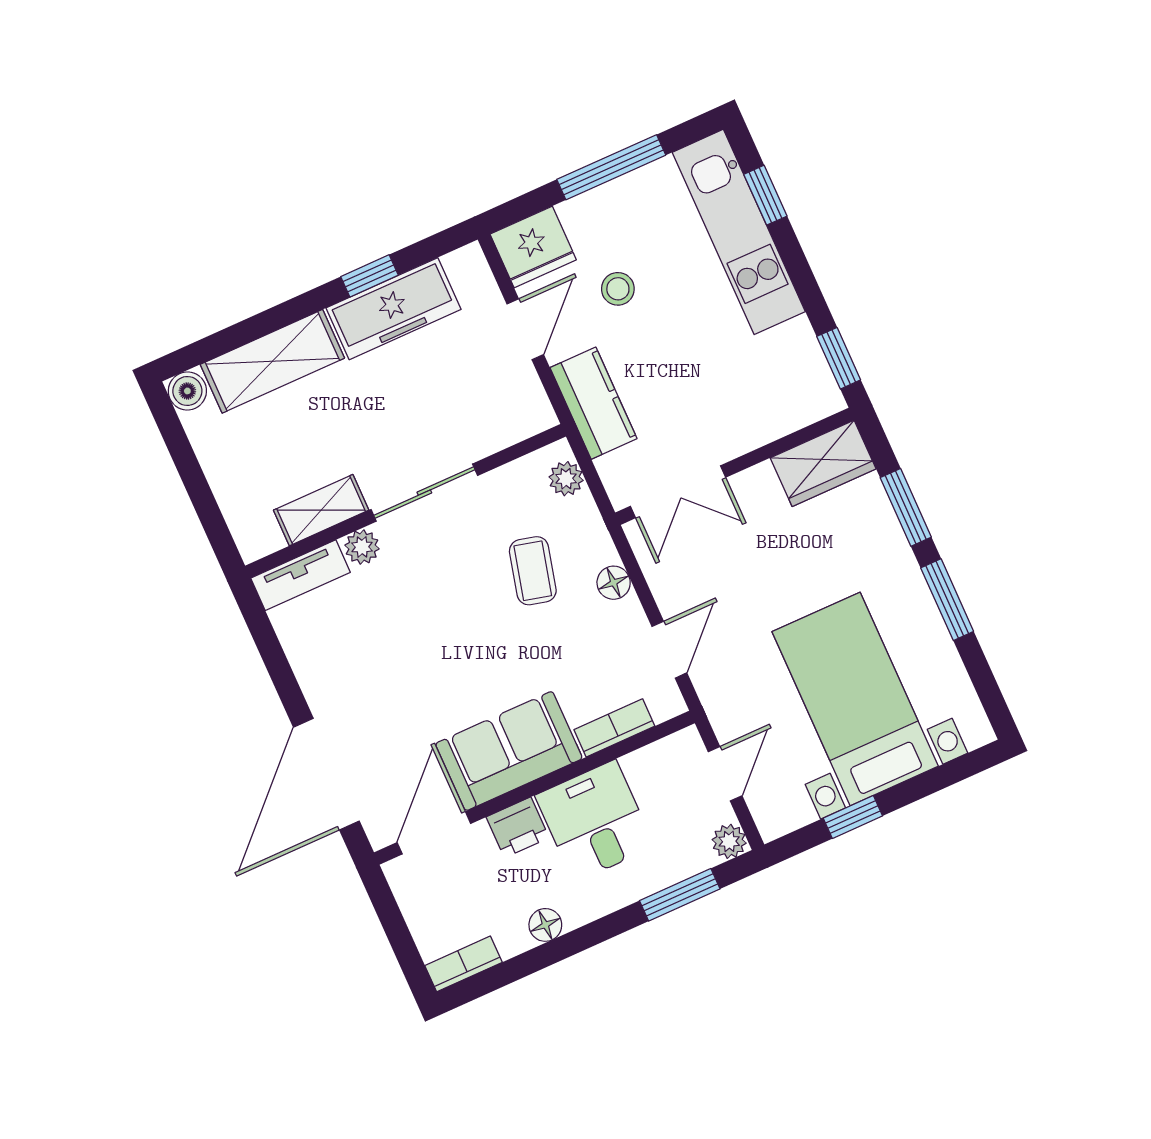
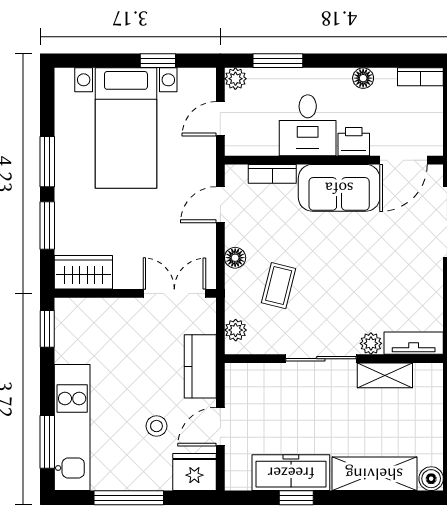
window: (765, 195) -> (47, 442), width x1.50

